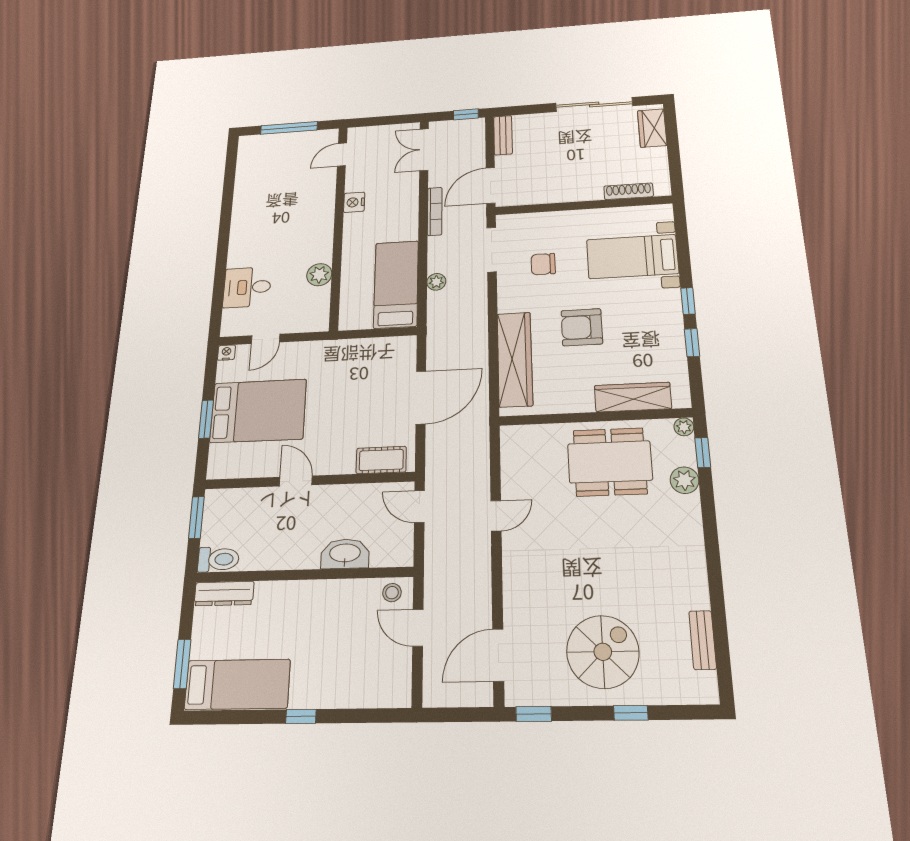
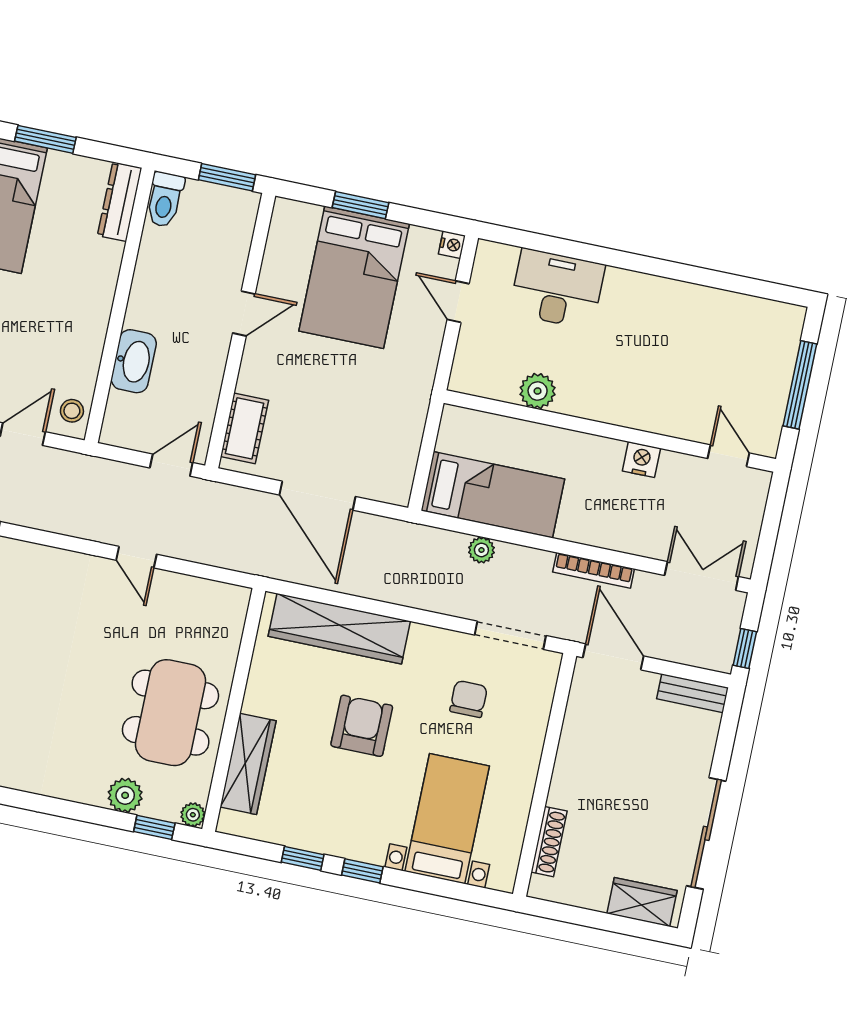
desk: (247, 287) -> (557, 289), width x1.37

